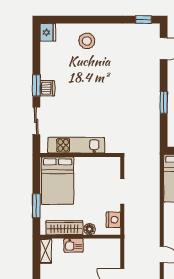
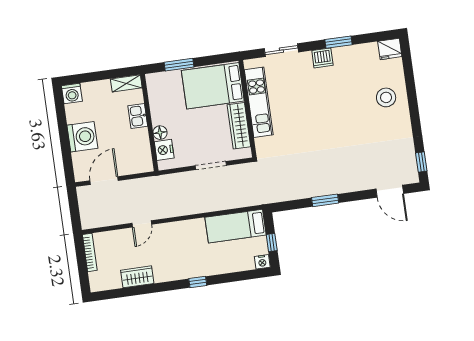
window: (36, 85) -> (339, 42), moved
nightstand: (113, 220) -> (164, 150), moved, turned 90
wardrobe: (64, 228) -> (239, 126), moved, turned 180

